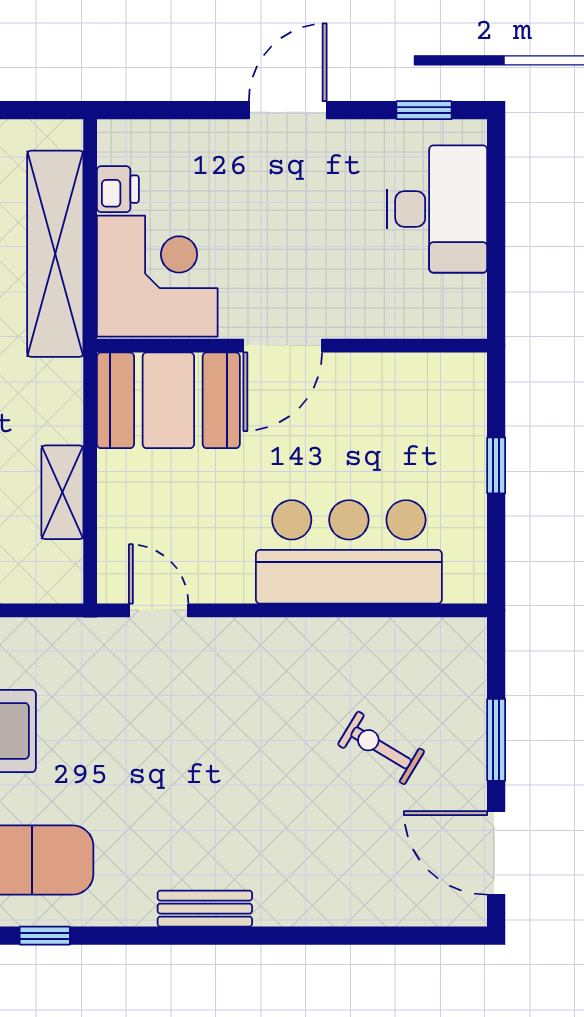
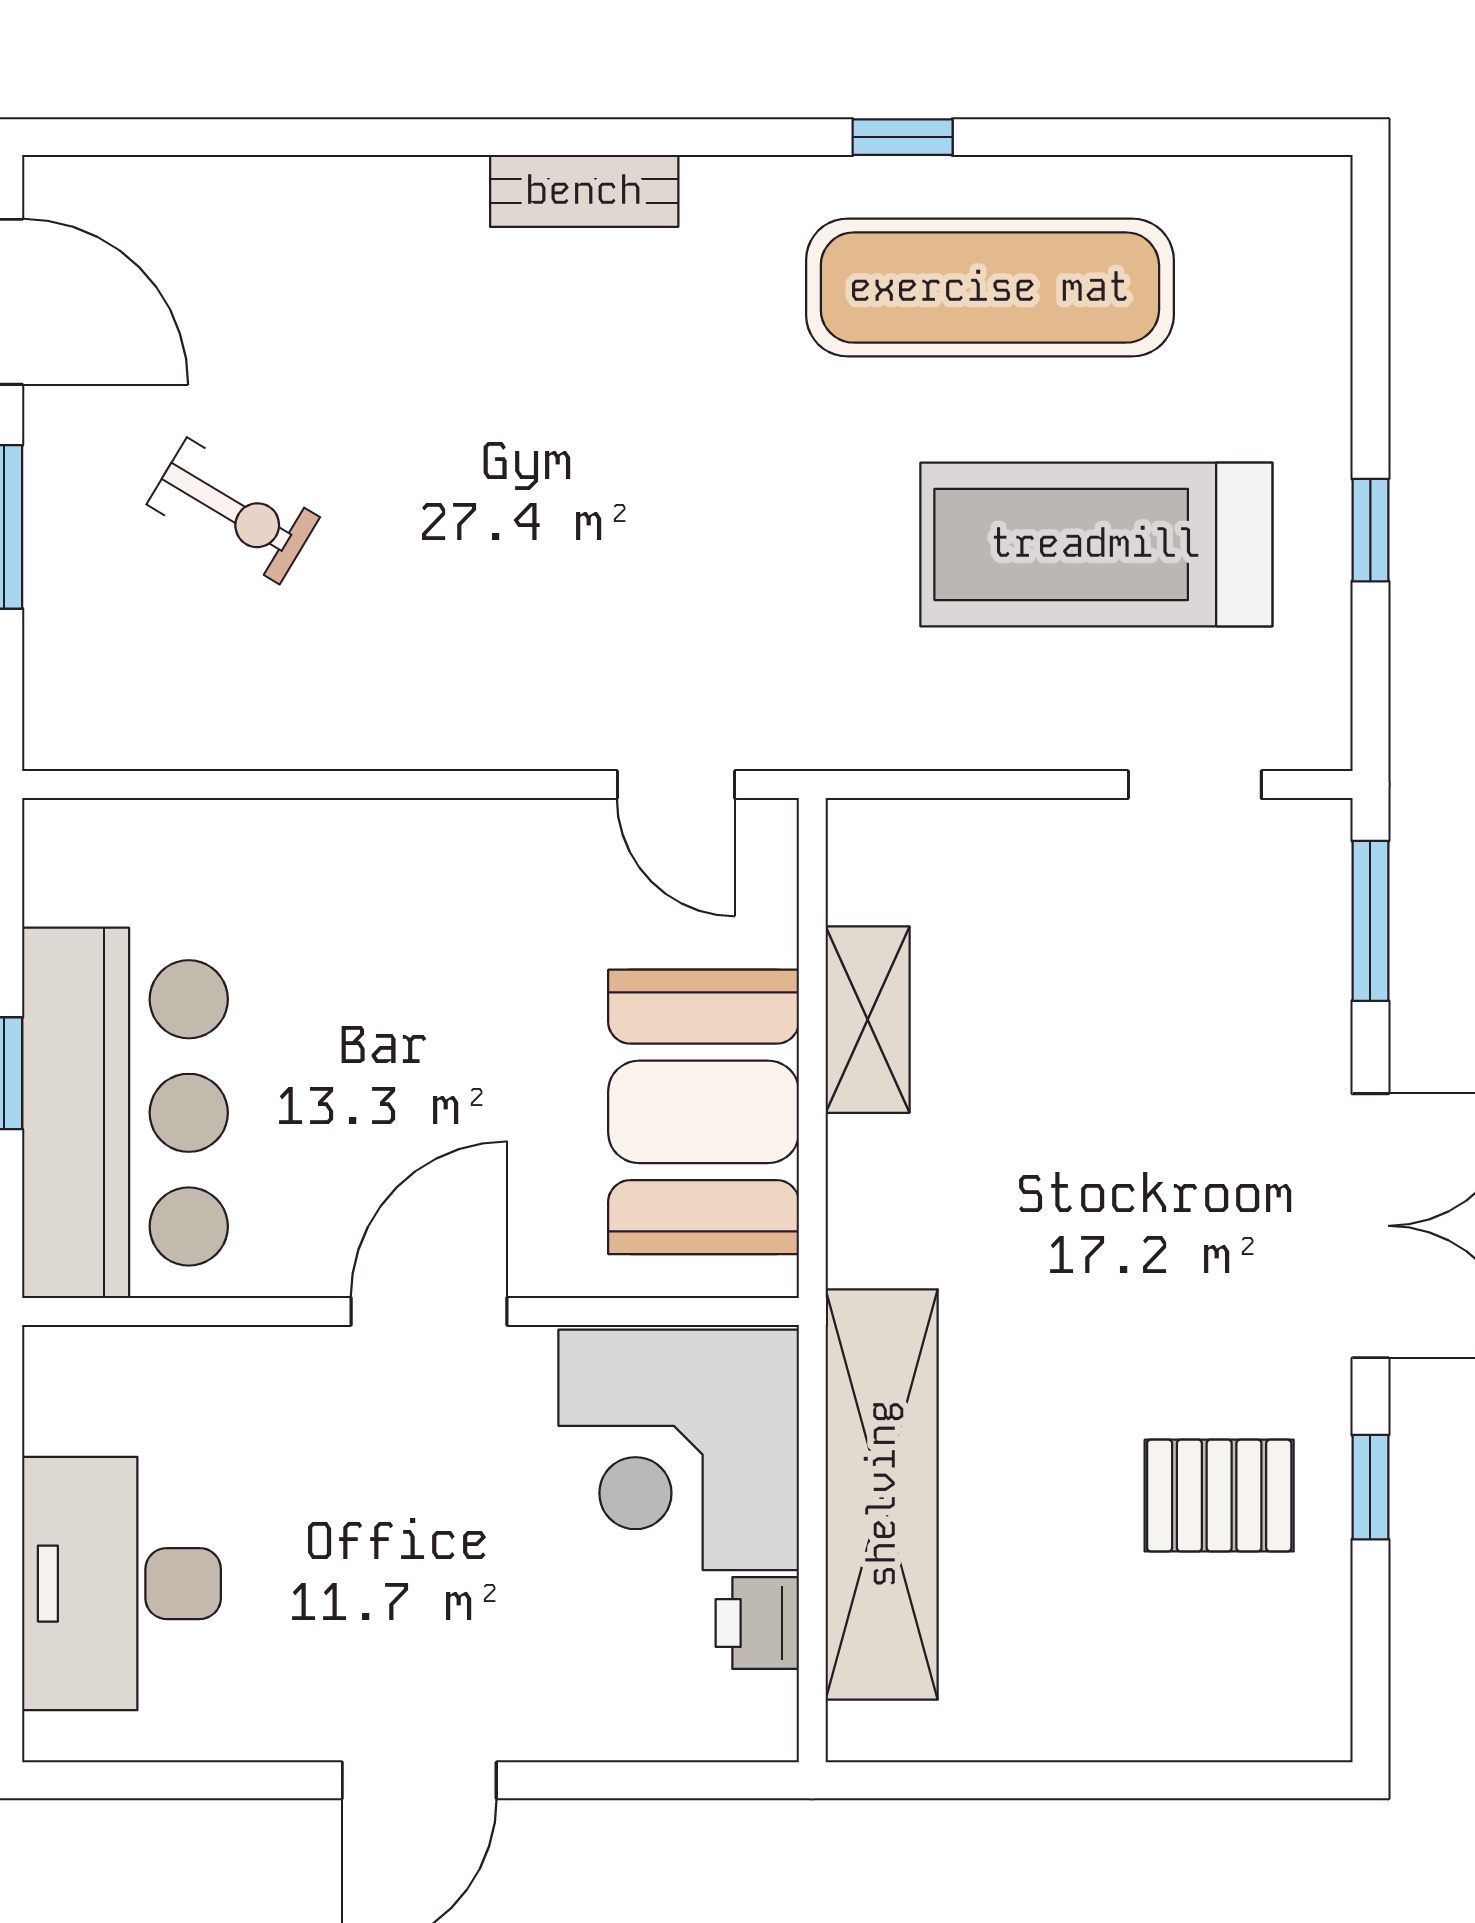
window: (424, 110) -> (148, 1780), removed
booth: (168, 400) -> (704, 1112), moved, turned 90
bar counter: (349, 552) -> (125, 1113), moved, turned -90

